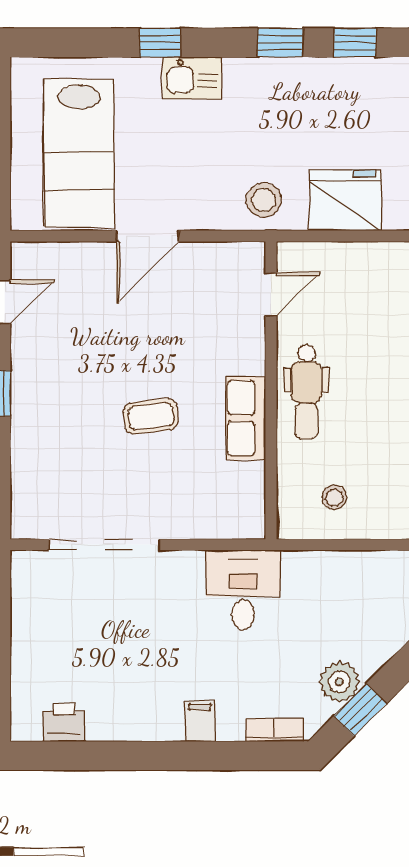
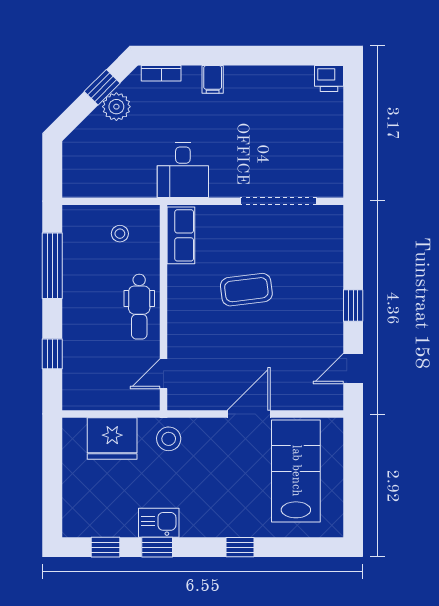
kitchen sink: (192, 78) -> (159, 523), moved
dental chair: (306, 392) -> (139, 307), turned 180
coffee table: (151, 416) -> (246, 290), width x1.36, depth x1.30
row of seats: (246, 418) -> (181, 235), moved
printer: (64, 723) -> (329, 79), moved

